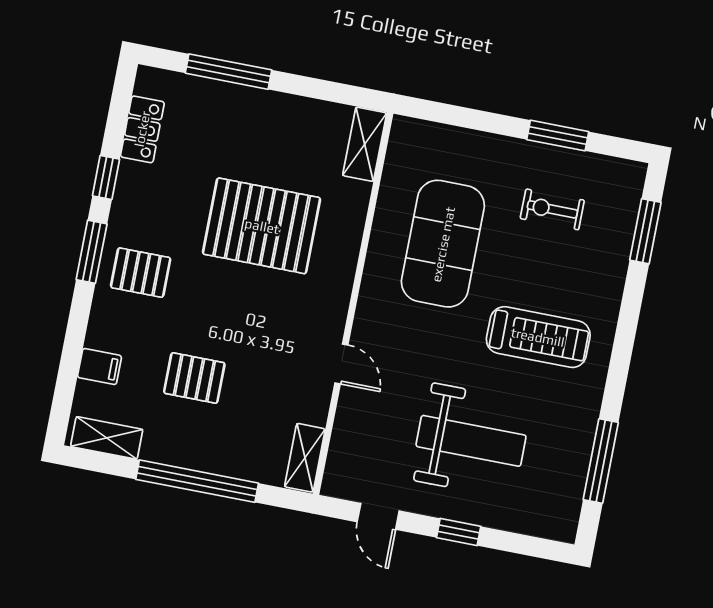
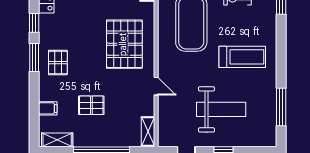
pallet: (262, 226) -> (124, 44), moved, turned 90
pallet: (141, 273) -> (58, 63), turned 90

